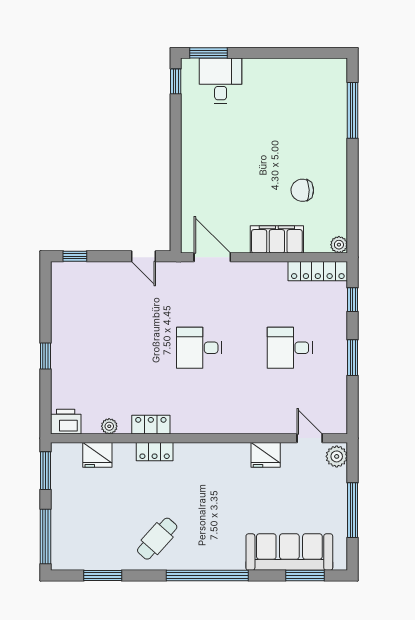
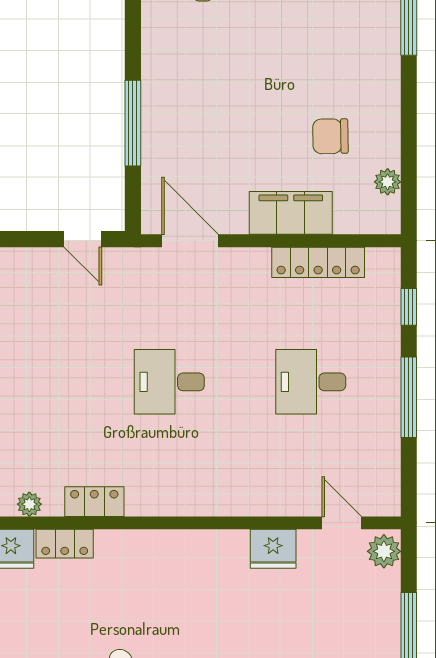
window: (176, 182) -> (133, 123), added
plant: (339, 245) -> (388, 182), moved
locker: (318, 271) -> (318, 262), moved
window: (353, 358) -> (409, 397), width x1.44
locker: (155, 452) -> (65, 544), moved

